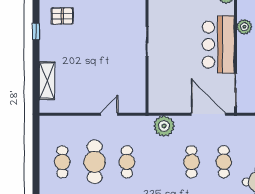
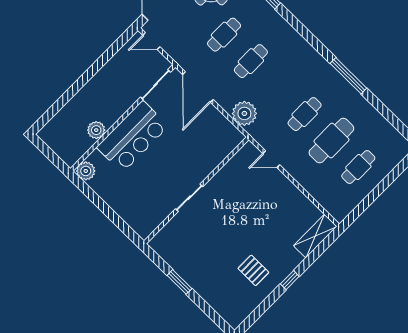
pallet: (62, 16) -> (253, 270), moved
window: (36, 31) -> (290, 280), moved
shelving: (47, 81) -> (315, 236), moved
door: (109, 114) -> (271, 159), moved

